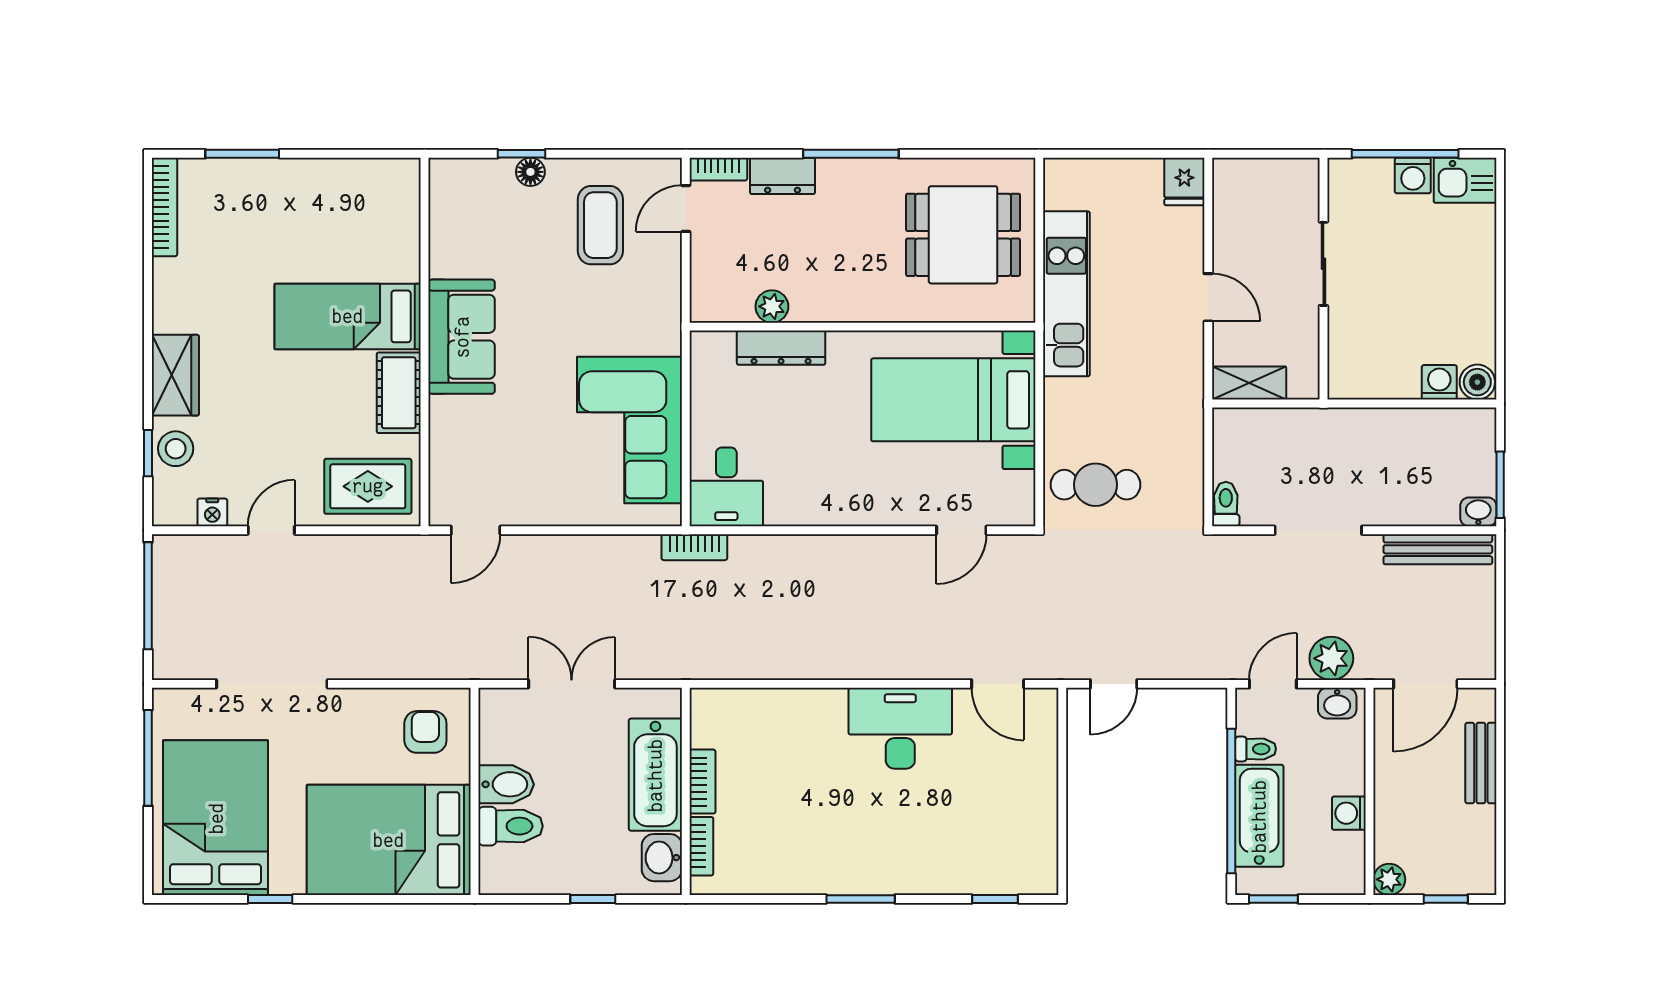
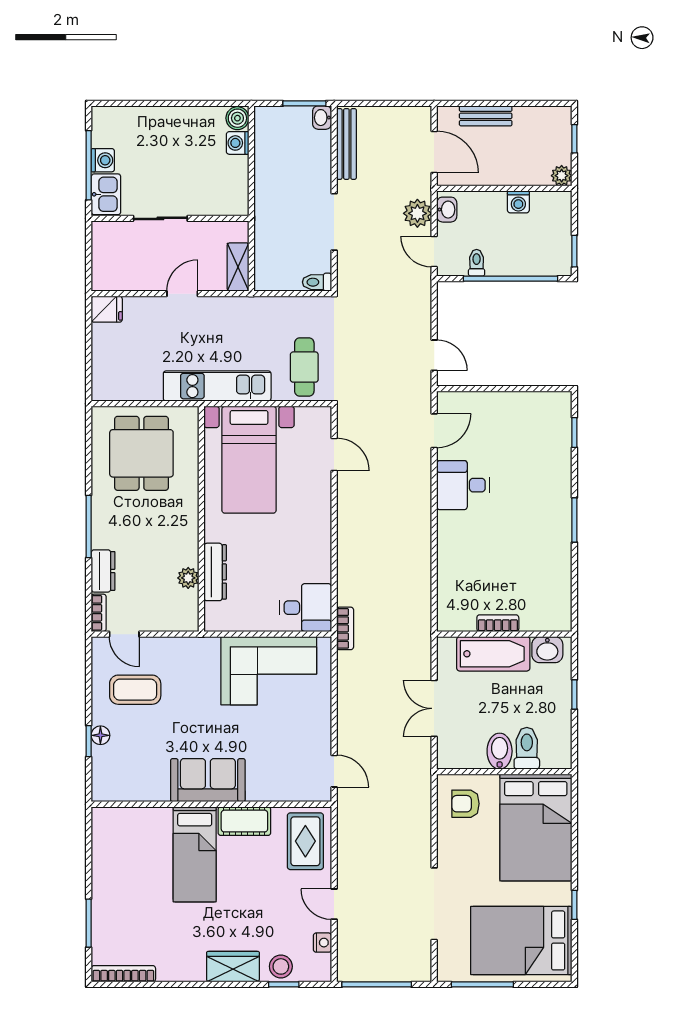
kitchen sink: (1465, 180) -> (106, 194), moved
kitchen unit: (1066, 294) -> (217, 386), moved
desk: (900, 728) -> (463, 485), width x0.73
bathtub: (1259, 816) -> (520, 260), removed
bookcase: (701, 846) -> (540, 624), removed

